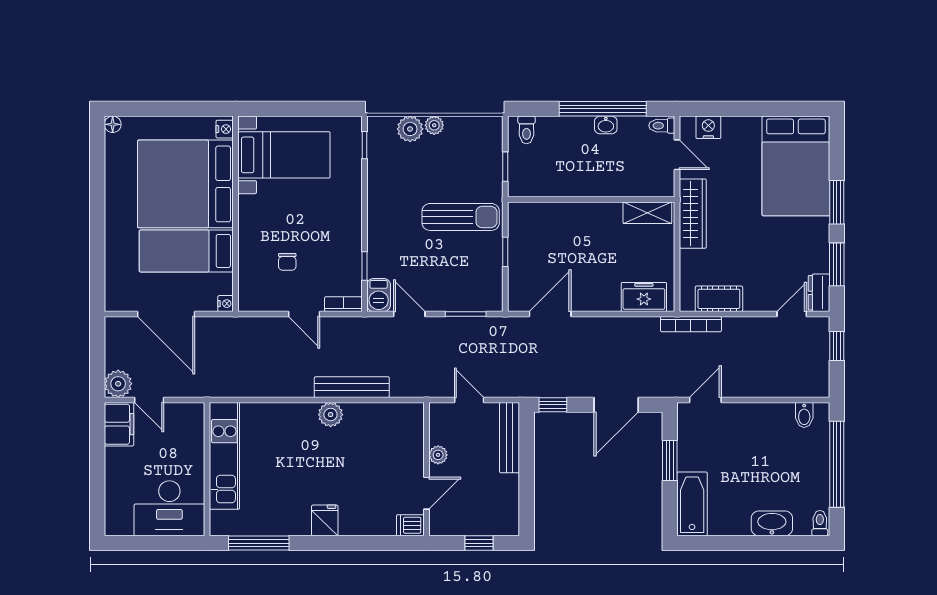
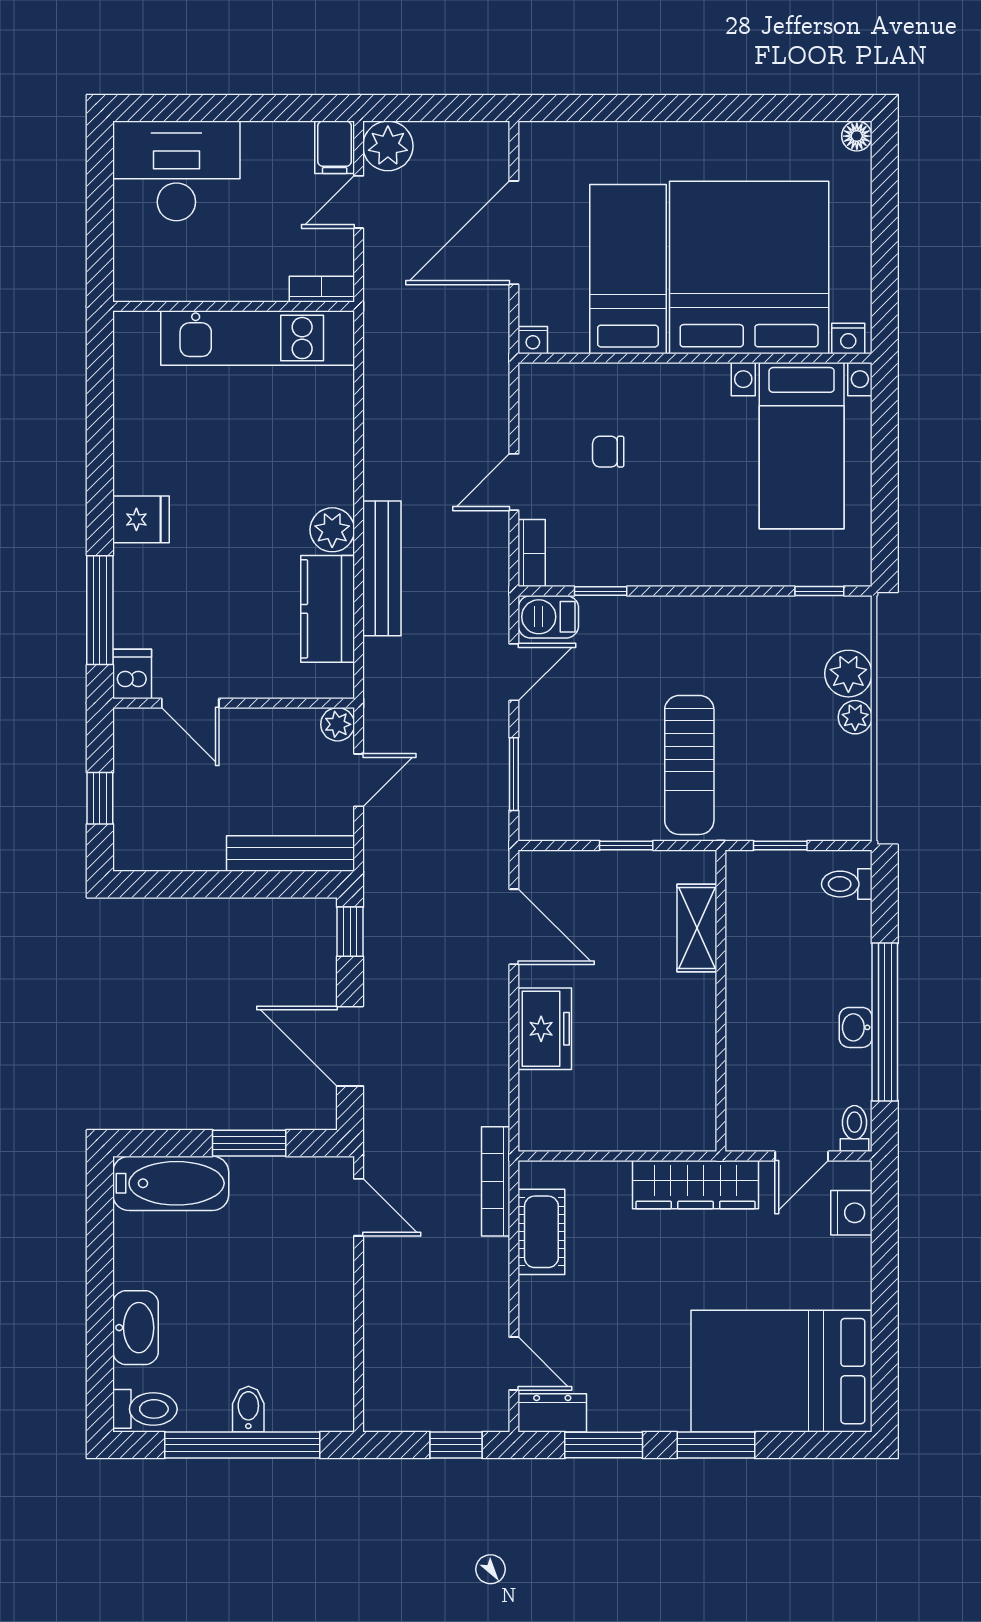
shelving: (647, 213) -> (697, 928), moved
freezer: (644, 297) -> (545, 1029), moved
bidet: (804, 415) -> (248, 1409), moved, turned 90
kitchen counter: (374, 417) -> (328, 609), added
bookcase: (197, 420) -> (322, 289), added
filing cabinet: (119, 424) -> (335, 147), width x0.50
plant: (438, 455) -> (338, 724), moved
desk: (169, 508) -> (176, 171), moved, turned 90
toilet: (820, 523) -> (145, 1409), width x1.37, depth x1.39
window: (259, 543) -> (100, 610), moved

